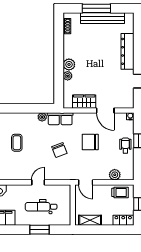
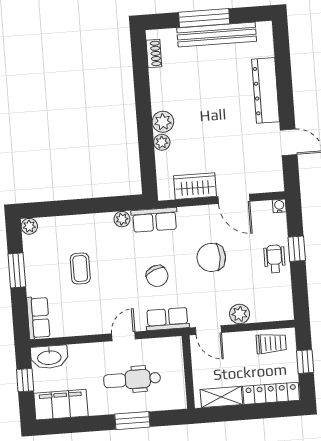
row of seats: (63, 174) -> (167, 319), added
plant: (115, 175) -> (239, 314), moved
locker: (123, 220) -> (271, 393), width x1.53

